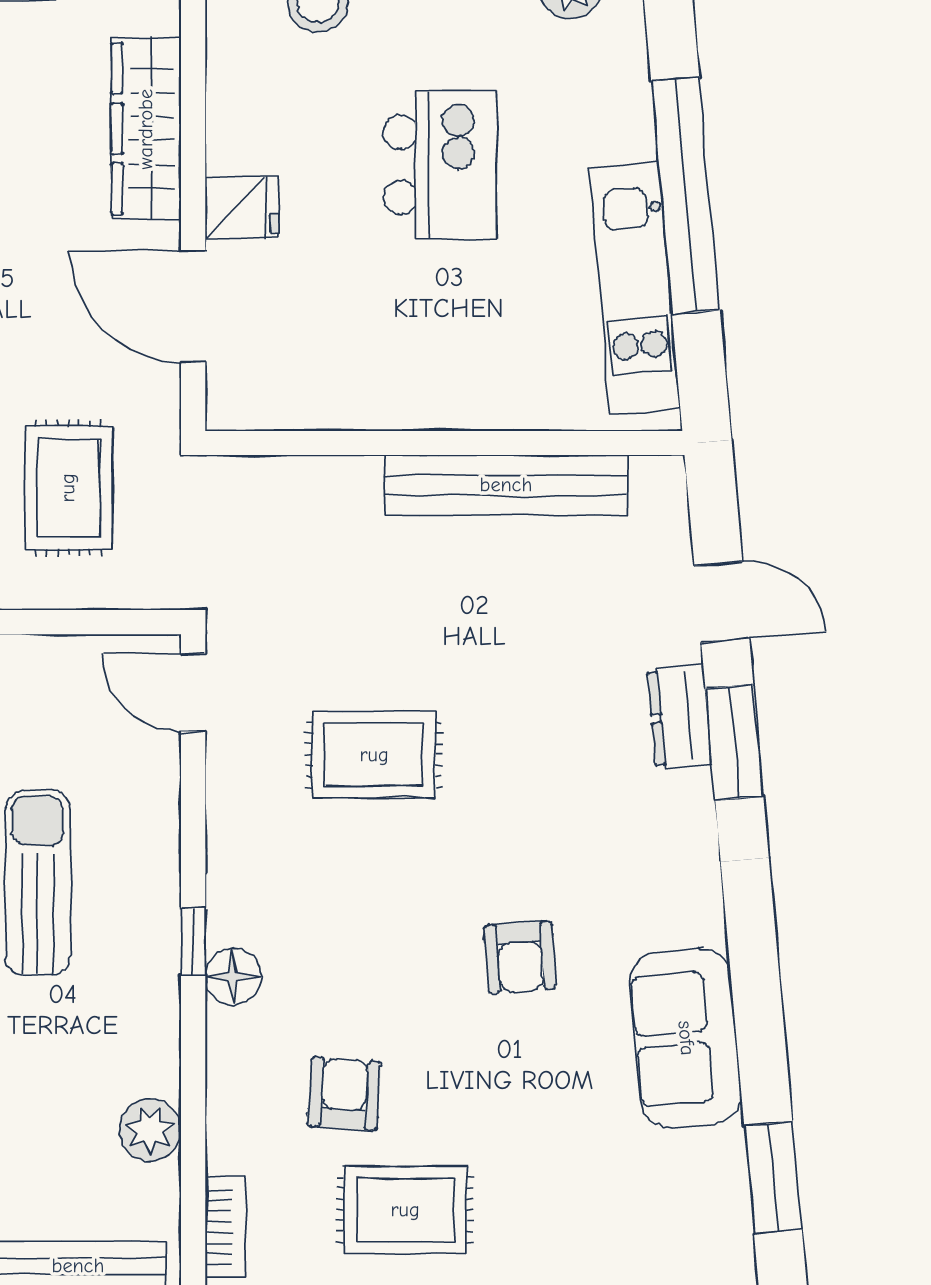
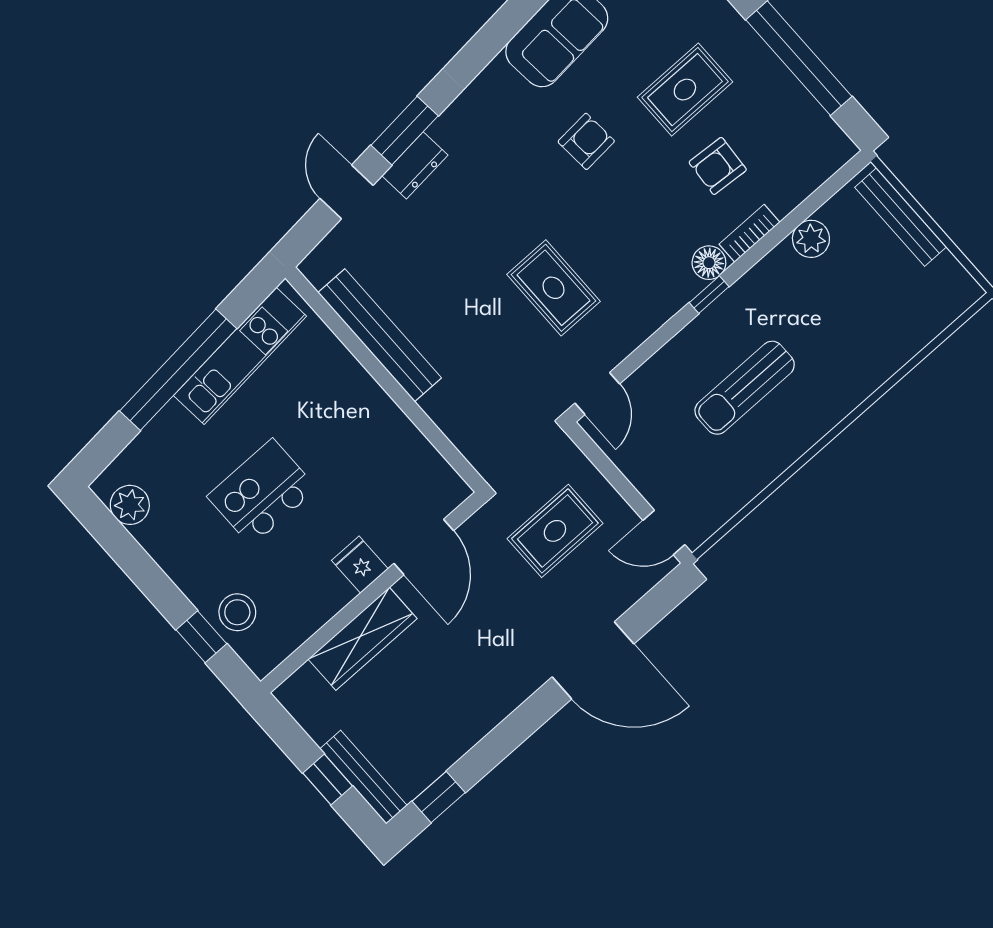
rug: (405, 1210) -> (685, 90), moved, turned 90
bookcase: (225, 1227) -> (749, 233), moved

